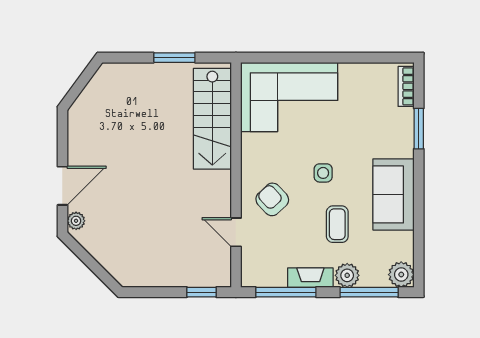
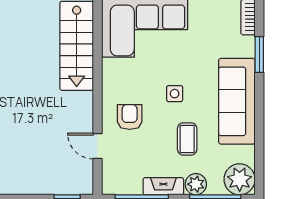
sofa: (394, 194) -> (237, 101), width x1.36
armchair: (272, 199) -> (130, 117), turned 43
plant: (401, 275) -> (240, 179), width x1.36, depth x1.36

